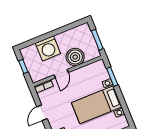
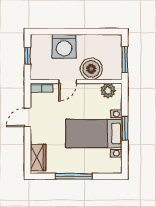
plant: (94, 68) -> (108, 91), added
window: (112, 77) -> (125, 128), moved

